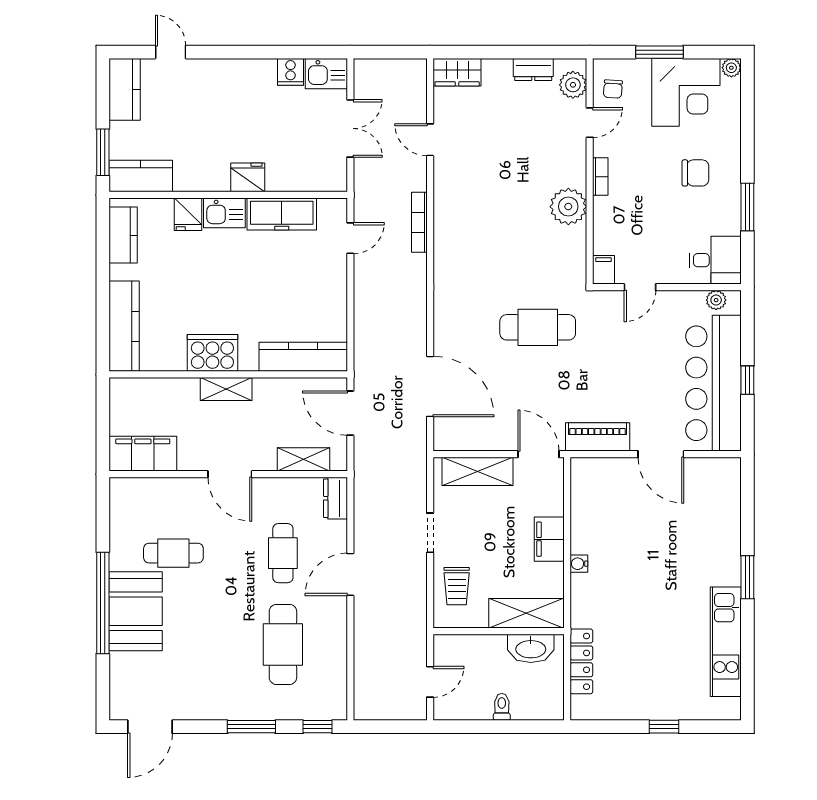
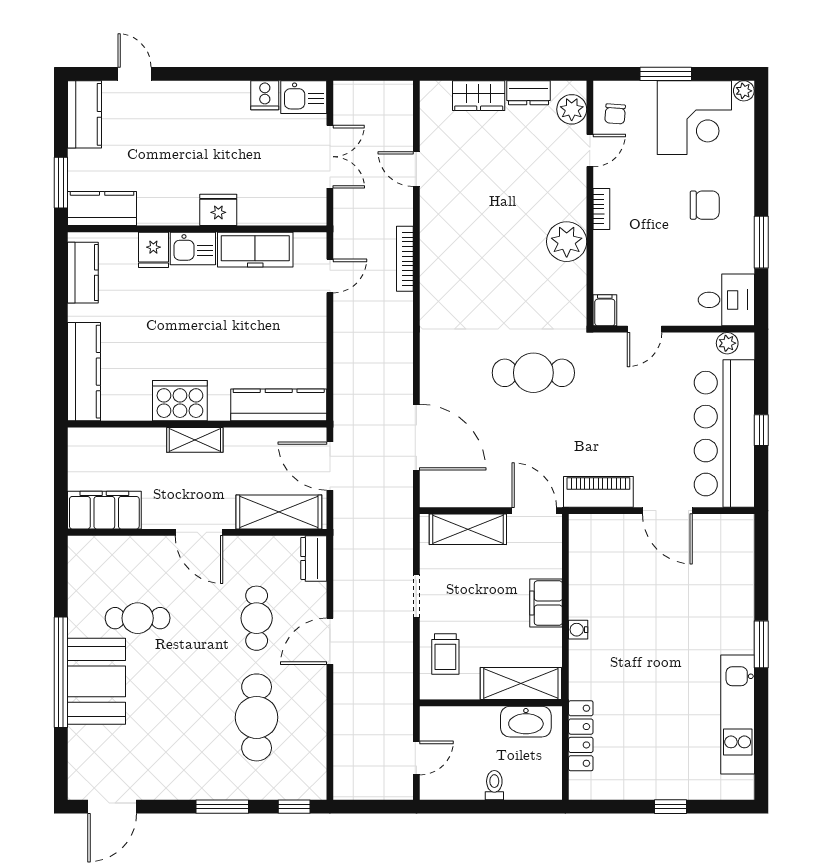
wardrobe: (457, 72) -> (479, 96), moved
shelving: (304, 459) -> (279, 512), width x1.50, depth x1.33

